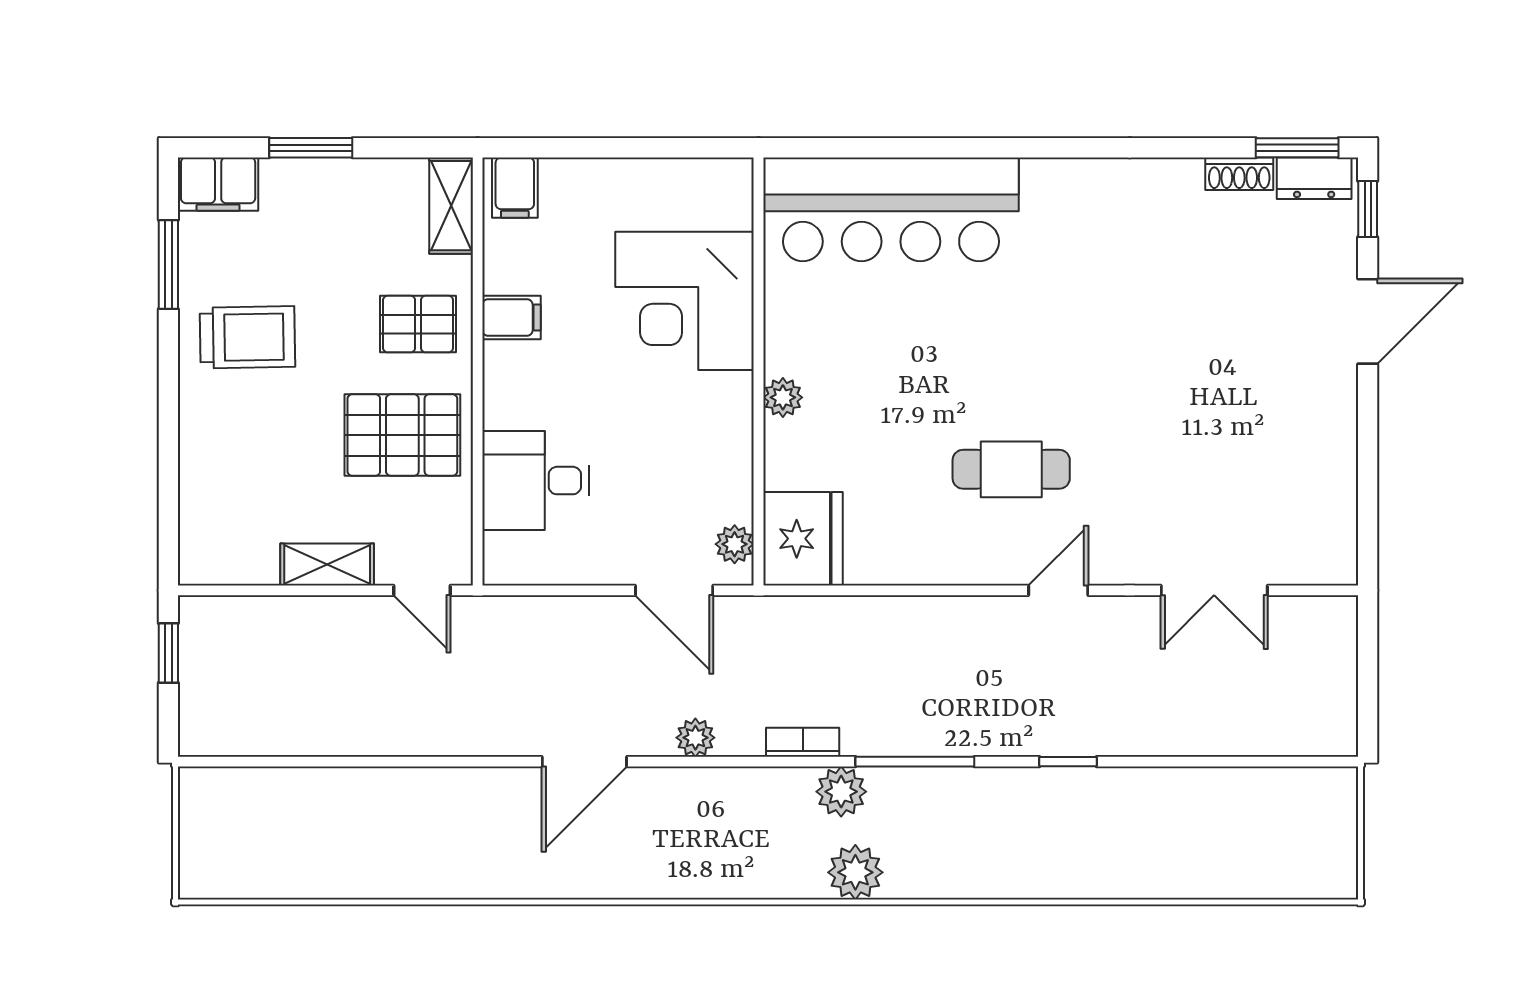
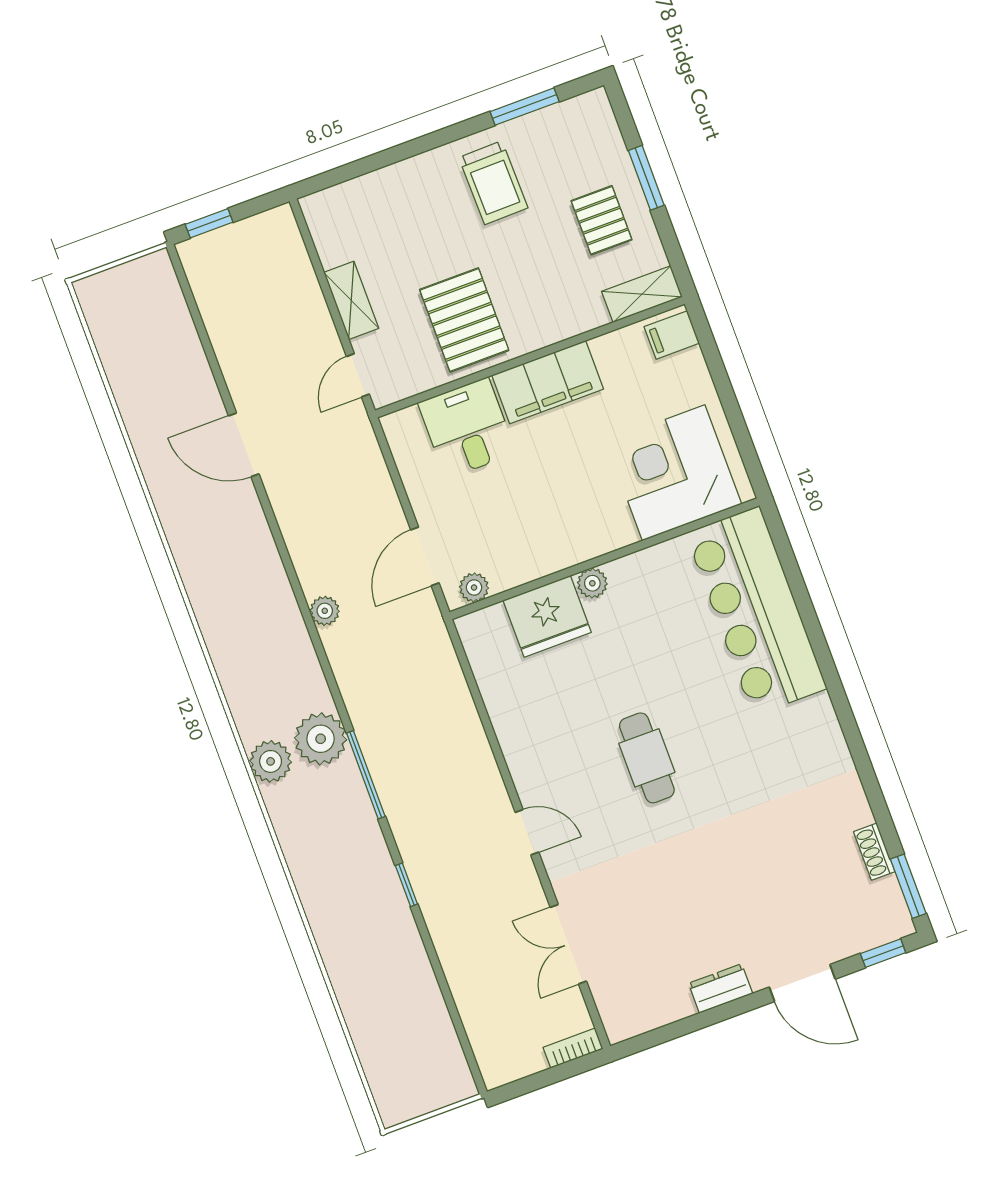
dresser: (1314, 178) -> (721, 988), moved, turned 90
filing cabinet: (218, 184) -> (596, 121), removed
corner desk: (685, 301) -> (674, 473), moved
filing cabinet: (512, 317) -> (548, 382), width x3.00, depth x1.17
pallet: (418, 324) -> (602, 220), moved
cafe table: (1011, 469) -> (647, 758), moved
fridge: (803, 539) -> (547, 616), moved
window: (168, 653) -> (209, 223), moved
bookcase: (803, 742) -> (573, 1048), moved, turned -90
door: (584, 762) -> (244, 445), moved
plant: (841, 792) -> (321, 739), width x1.36, depth x1.36

